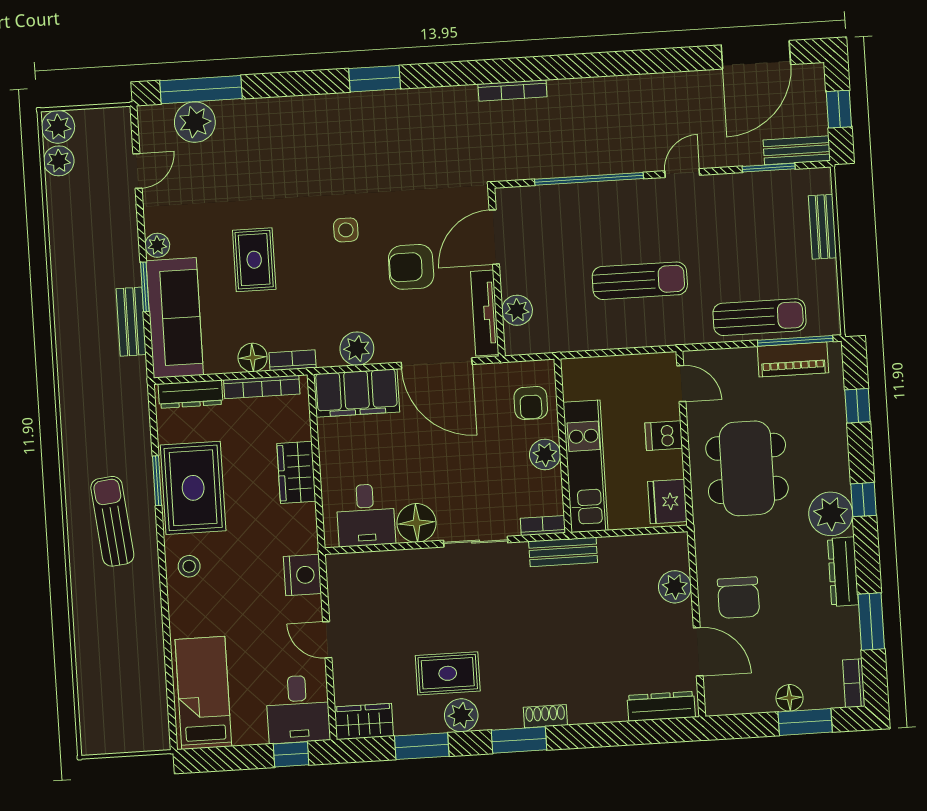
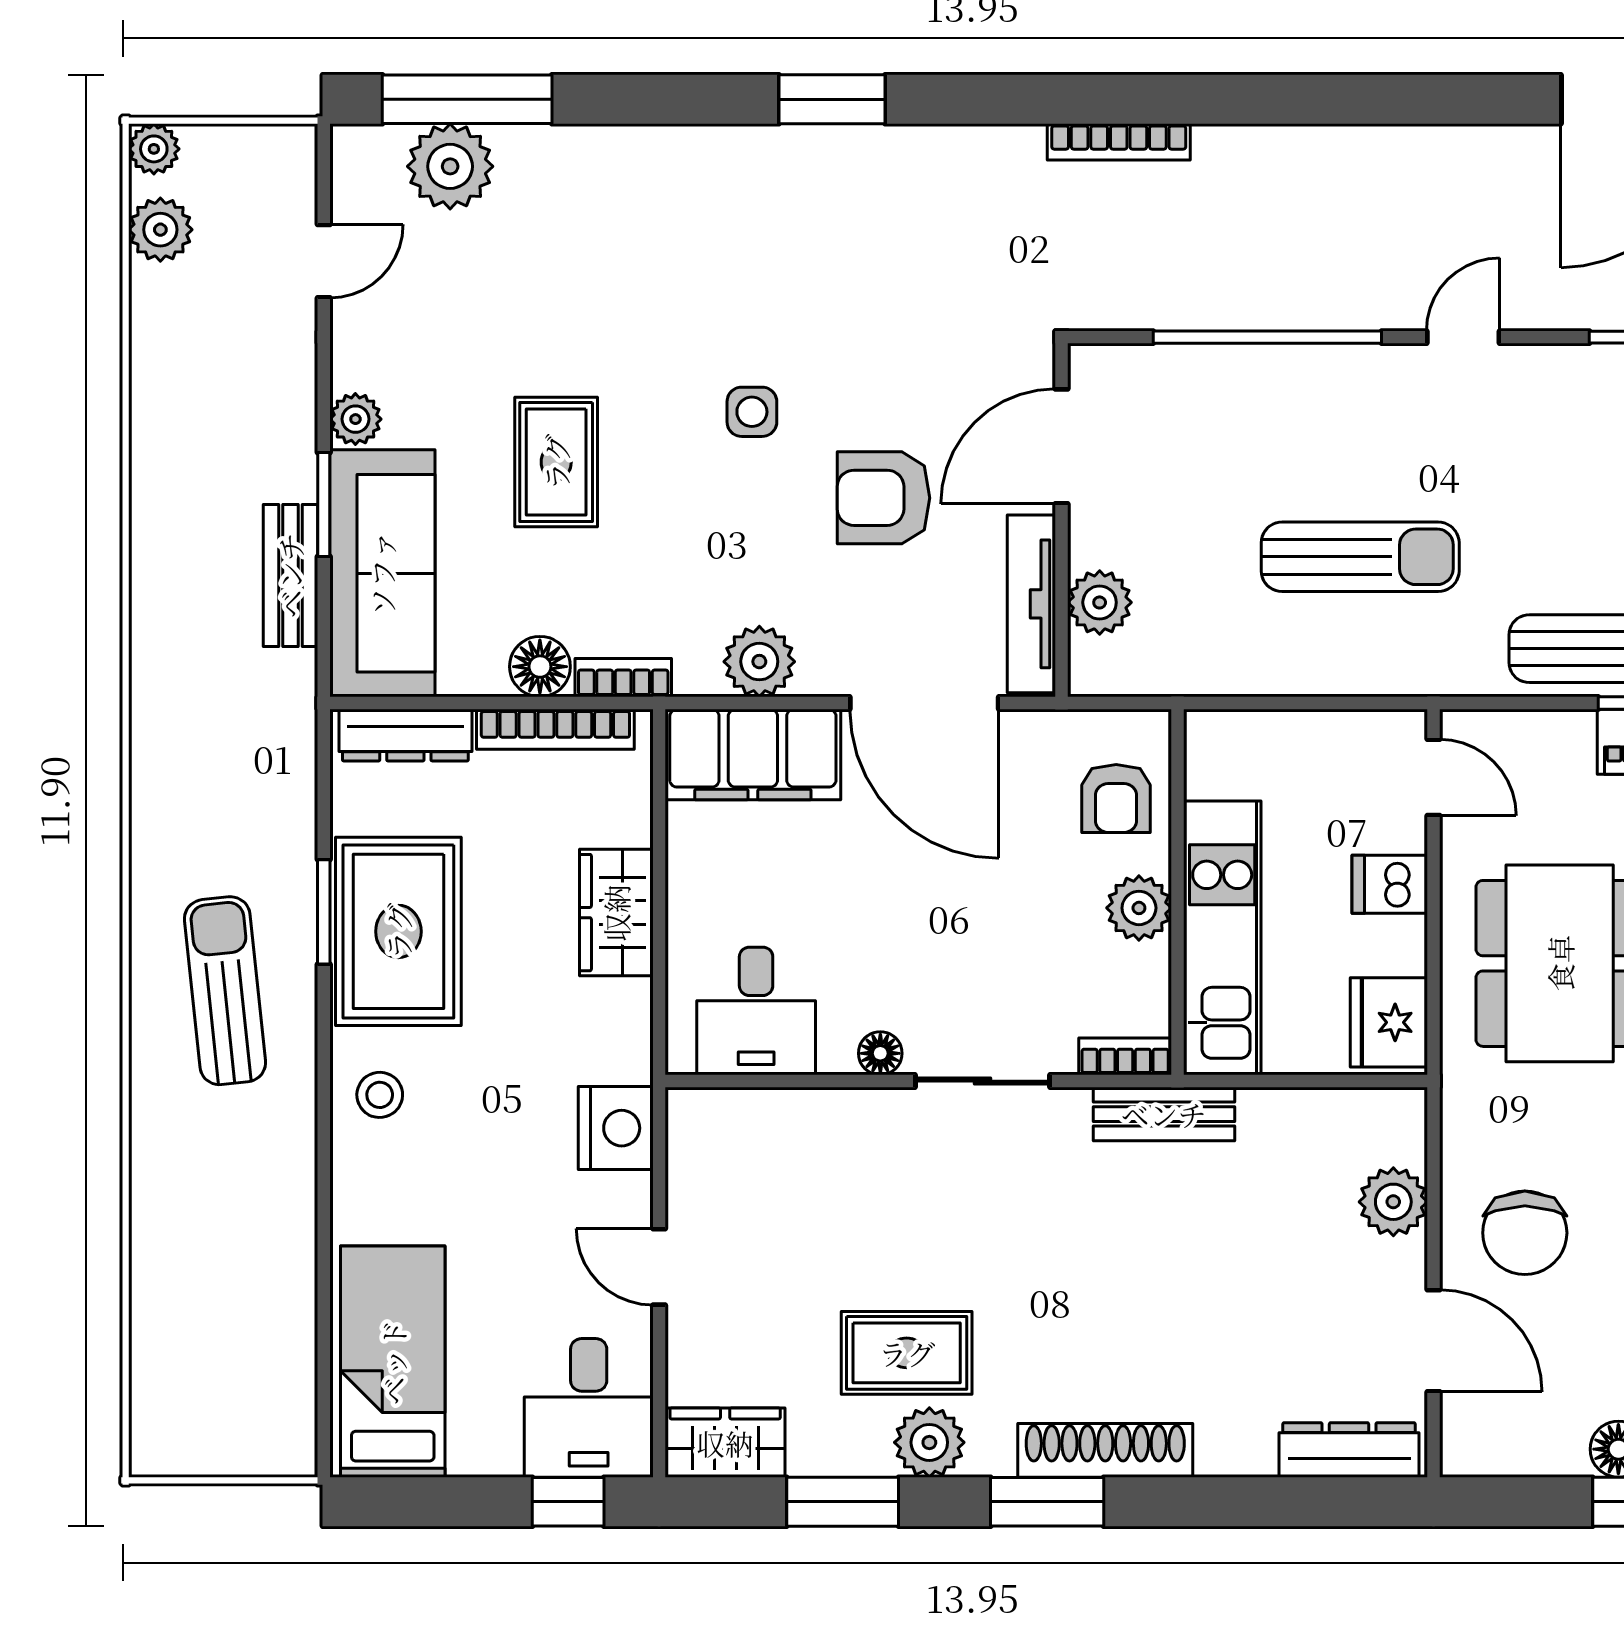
plant: (58, 127) -> (154, 149), width x0.73, depth x0.73
floor lamp: (416, 523) -> (880, 1053), width x0.53, depth x0.53
shoe rack: (545, 716) -> (1105, 1450), width x1.94, depth x1.24

